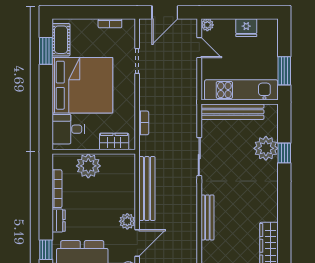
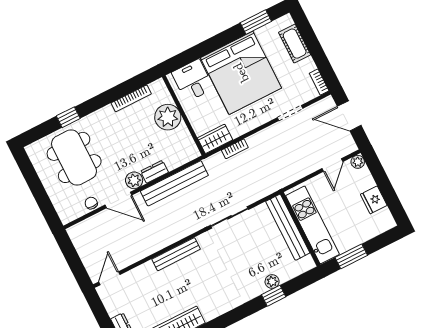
bookcase: (110, 23) -> (319, 82), moved
cot: (61, 40) -> (295, 44), moved, turned 90
wardrobe: (114, 141) -> (215, 139), moved, turned -90
plant: (266, 148) -> (272, 282), width x0.53, depth x0.53
dresser: (59, 221) -> (155, 172), moved, turned 180

